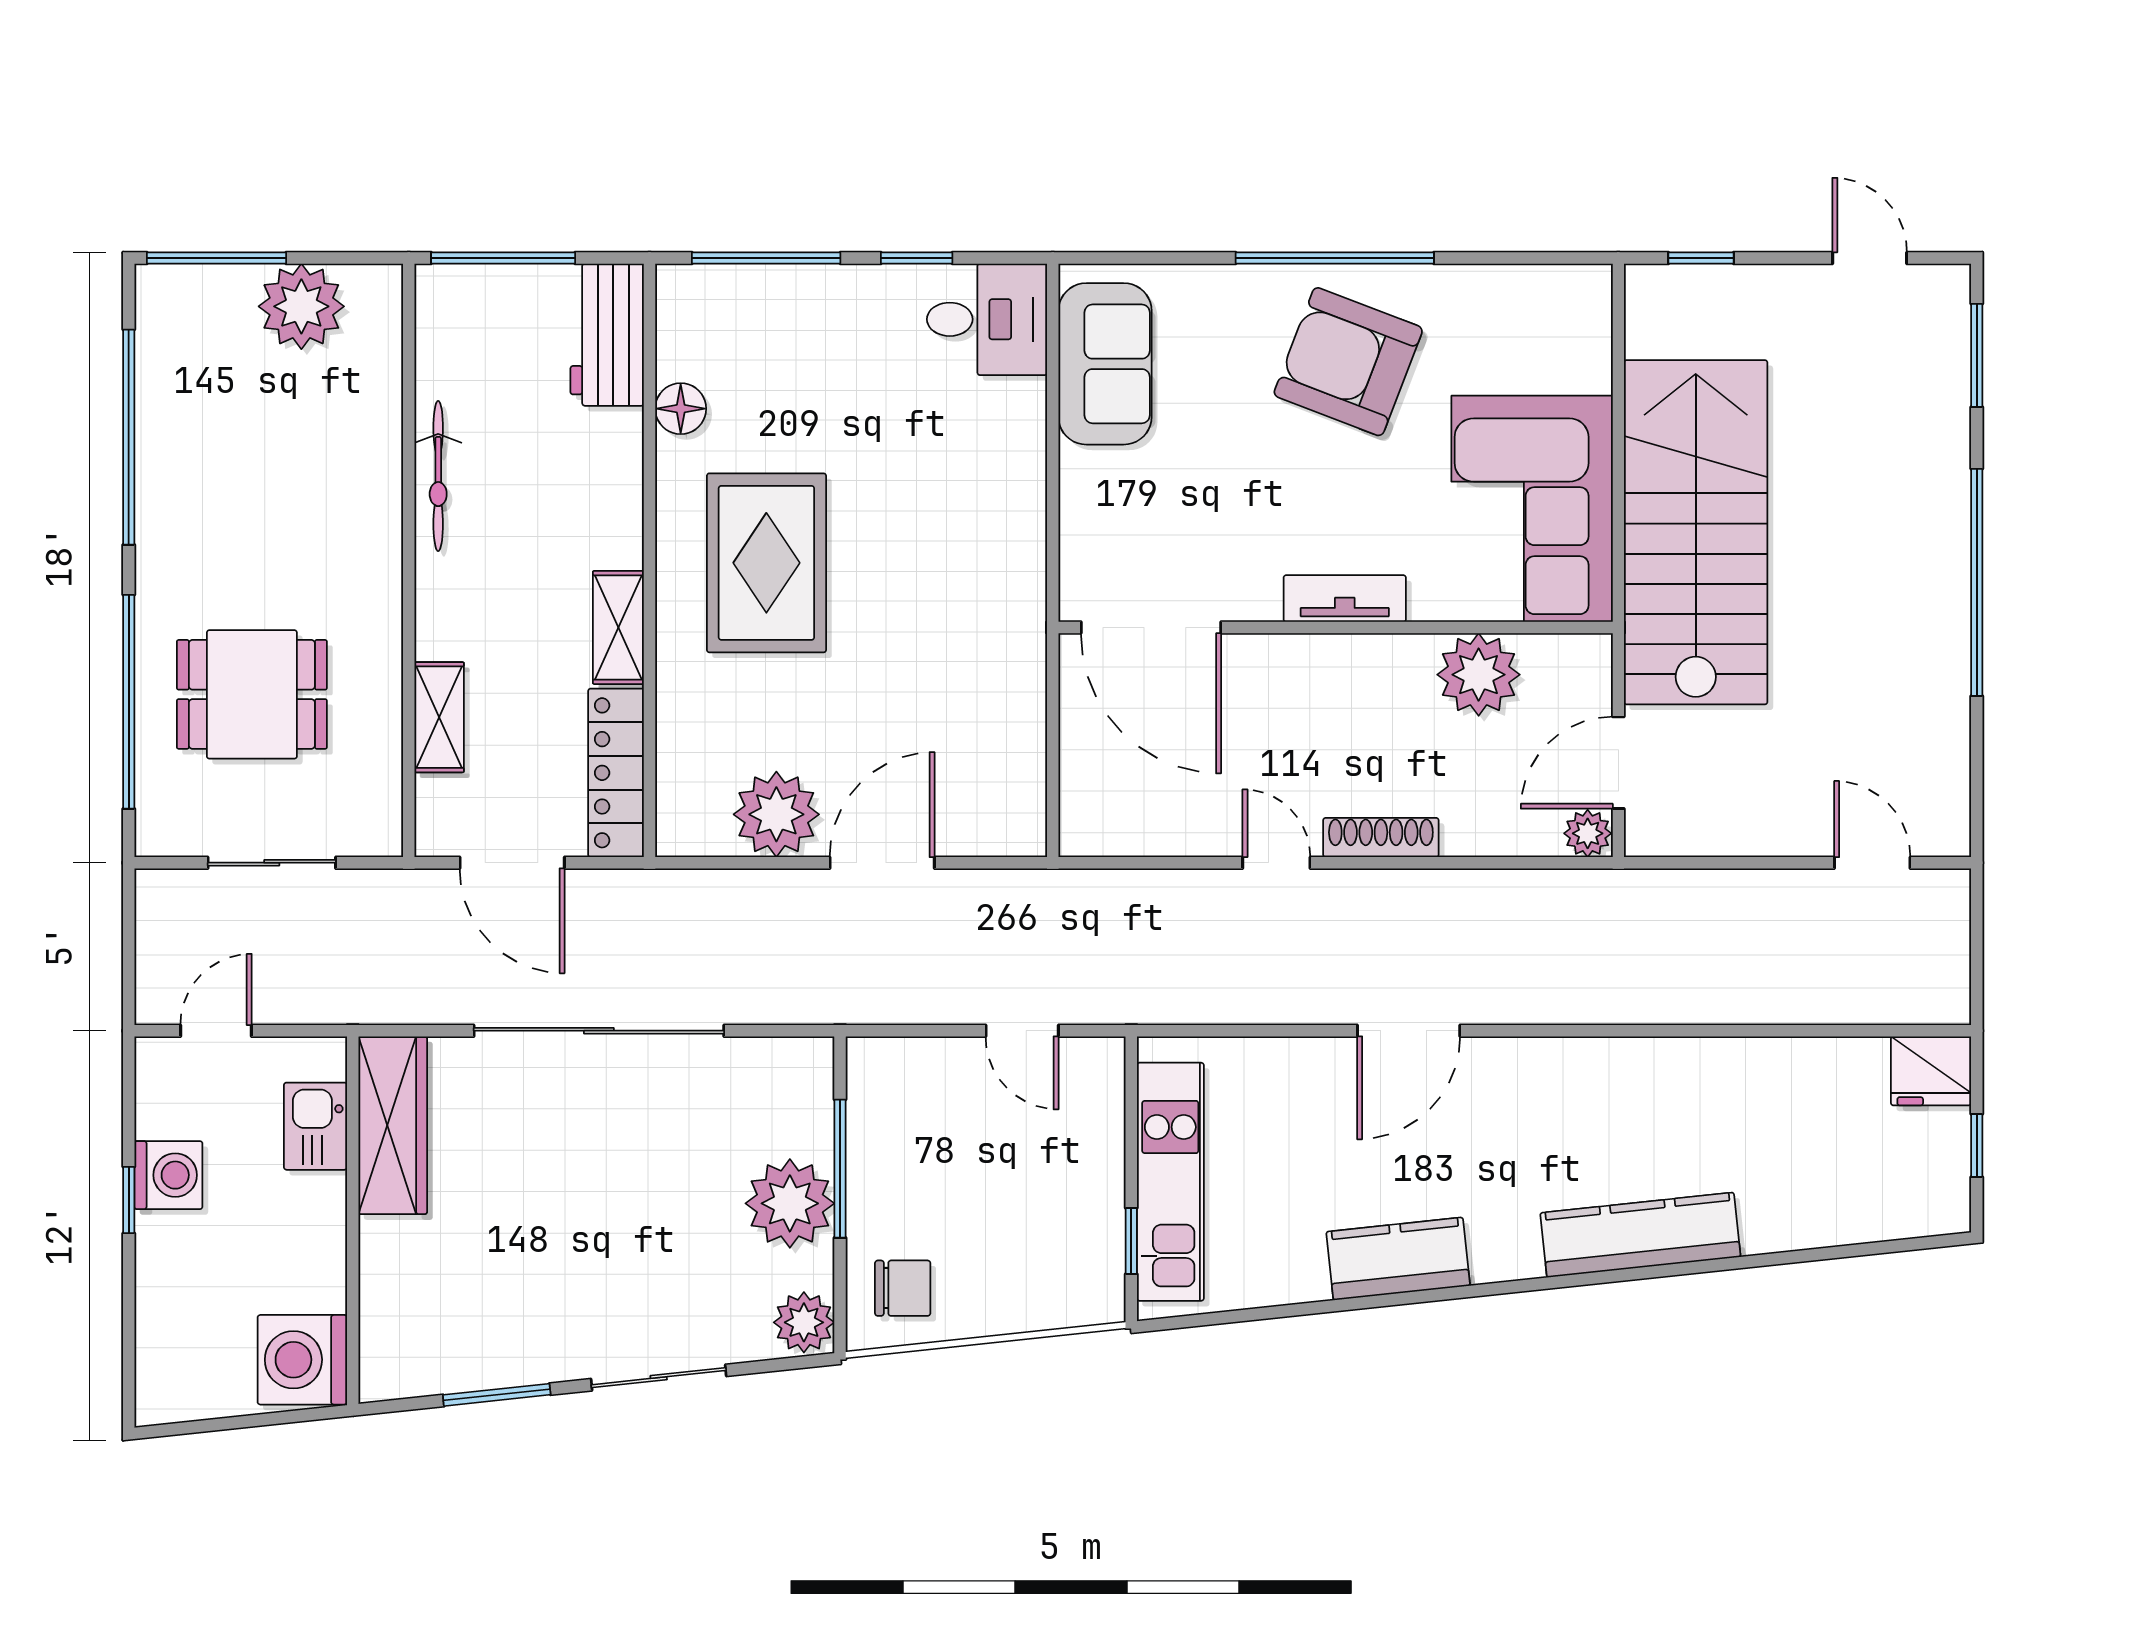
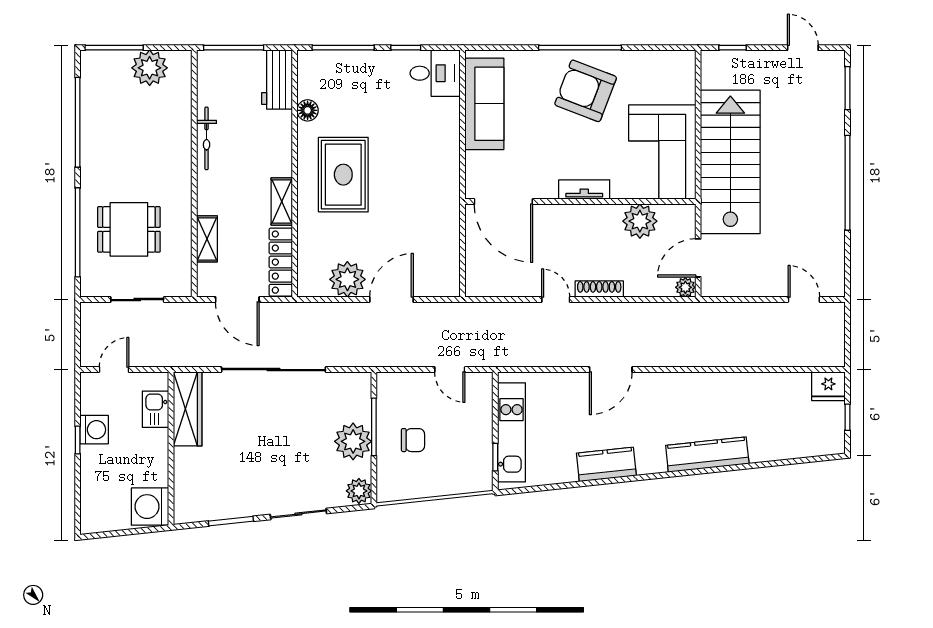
sofa: (1105, 364) -> (484, 104), width x1.36
chair: (903, 1288) -> (413, 440), moved

